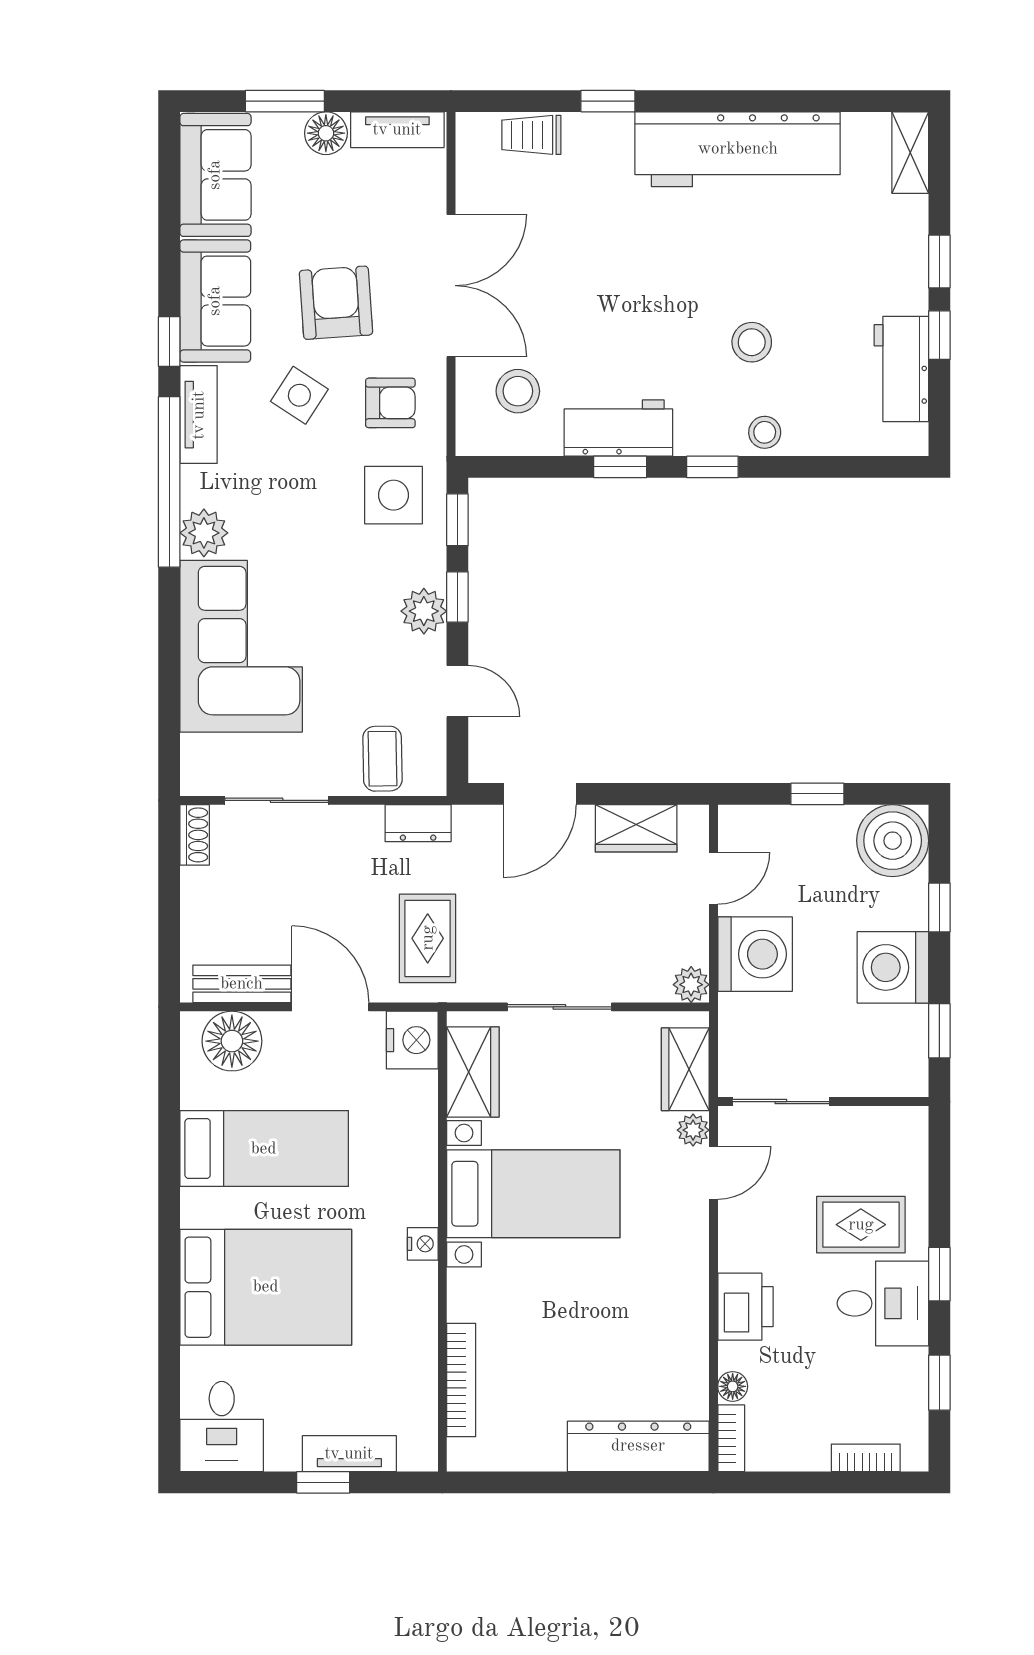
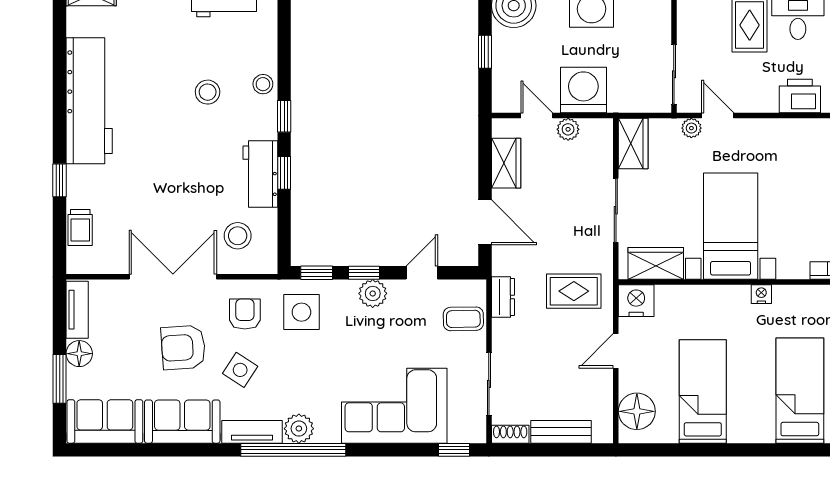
window: (169, 342) -> (454, 450), moved
plant: (204, 533) -> (299, 429), moved
bench: (242, 984) -> (561, 432), moved, turned 90
plant: (691, 985) -> (568, 129), moved
door: (330, 1007) -> (616, 351), width x0.73
wardrobe: (685, 1069) -> (633, 144), moved, turned -90
bed: (266, 1287) -> (800, 391), width x0.67

